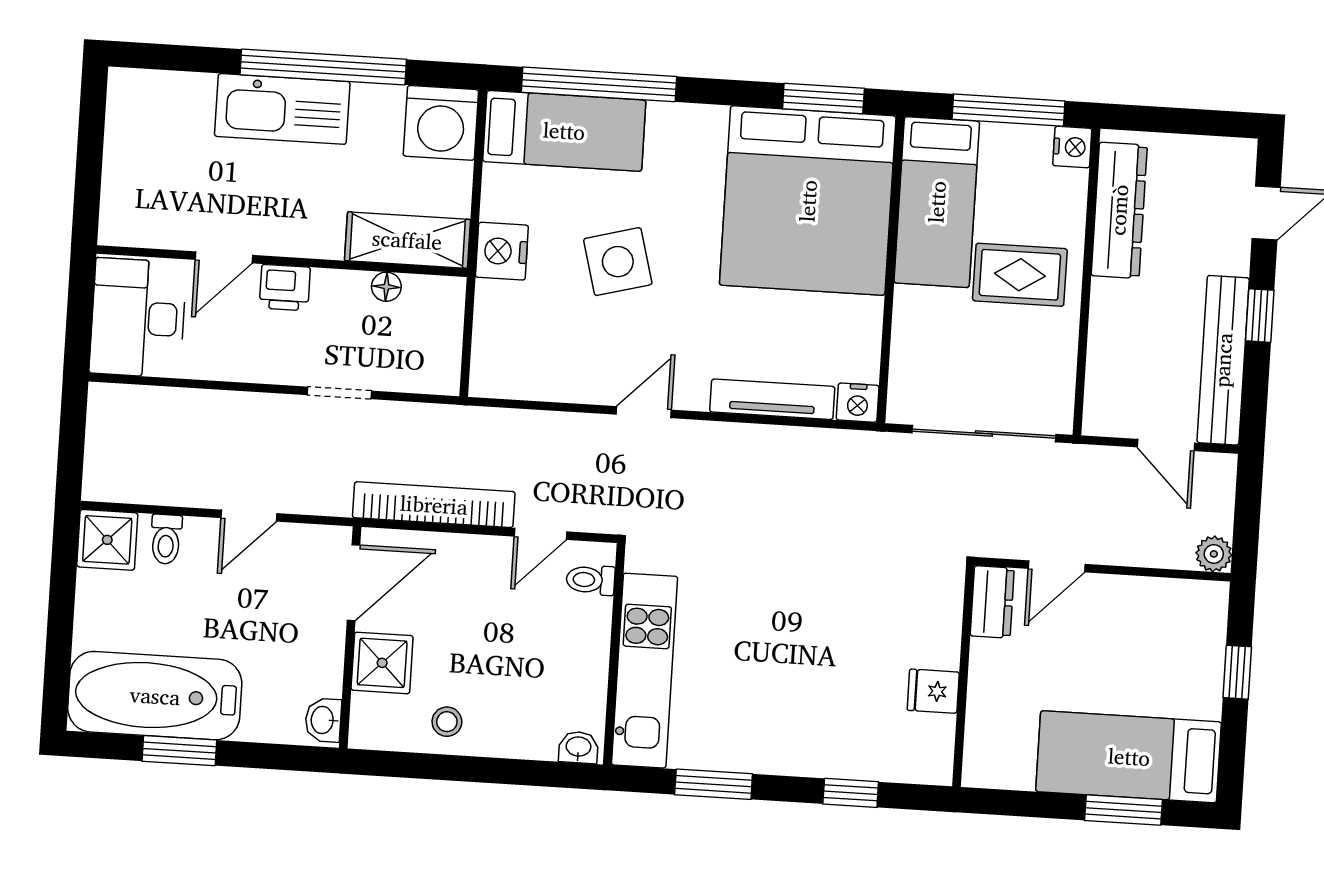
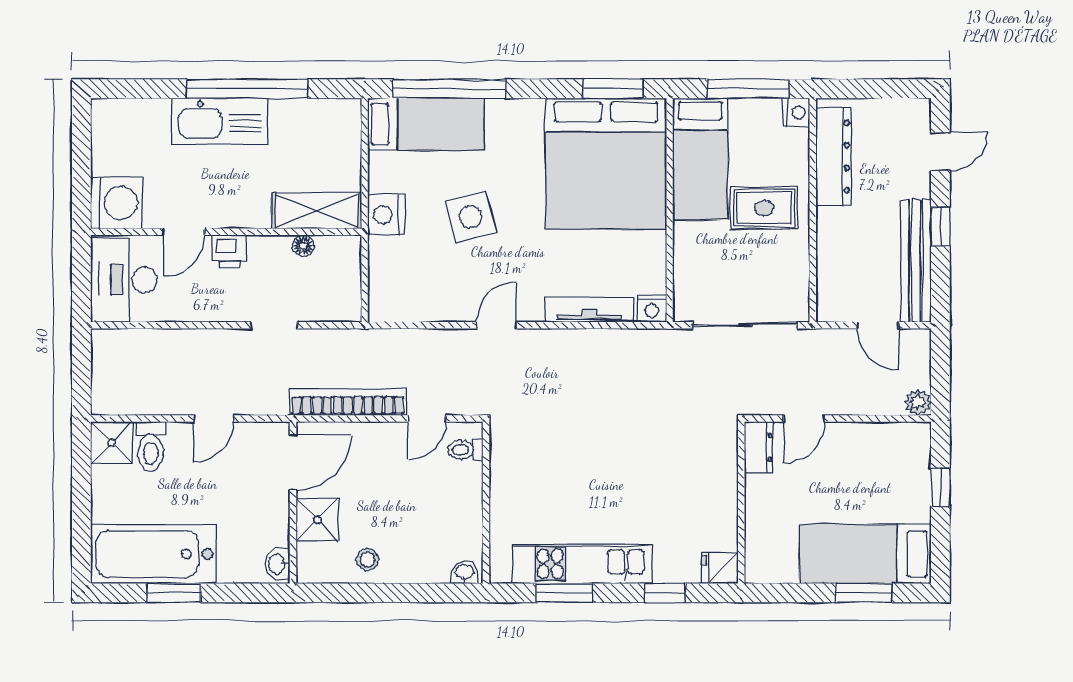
washing machine: (441, 123) -> (117, 203), moved, turned -90
toilet: (166, 539) -> (150, 447), width x1.37, depth x1.39
kitchen unit: (645, 671) -> (582, 564), moved, turned -90
fridge: (933, 691) -> (720, 568), moved

